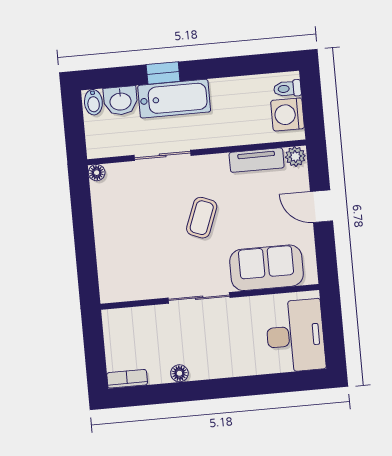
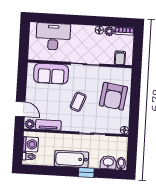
bathtub: (174, 99) -> (71, 159), moved
door: (322, 206) -> (20, 109), moved
armchair: (130, 240) -> (113, 96), added
filing cabinet: (128, 322) -> (120, 58), added
desk: (295, 336) -> (53, 37), moved, turned 90
plant: (159, 374) -> (109, 31), added

